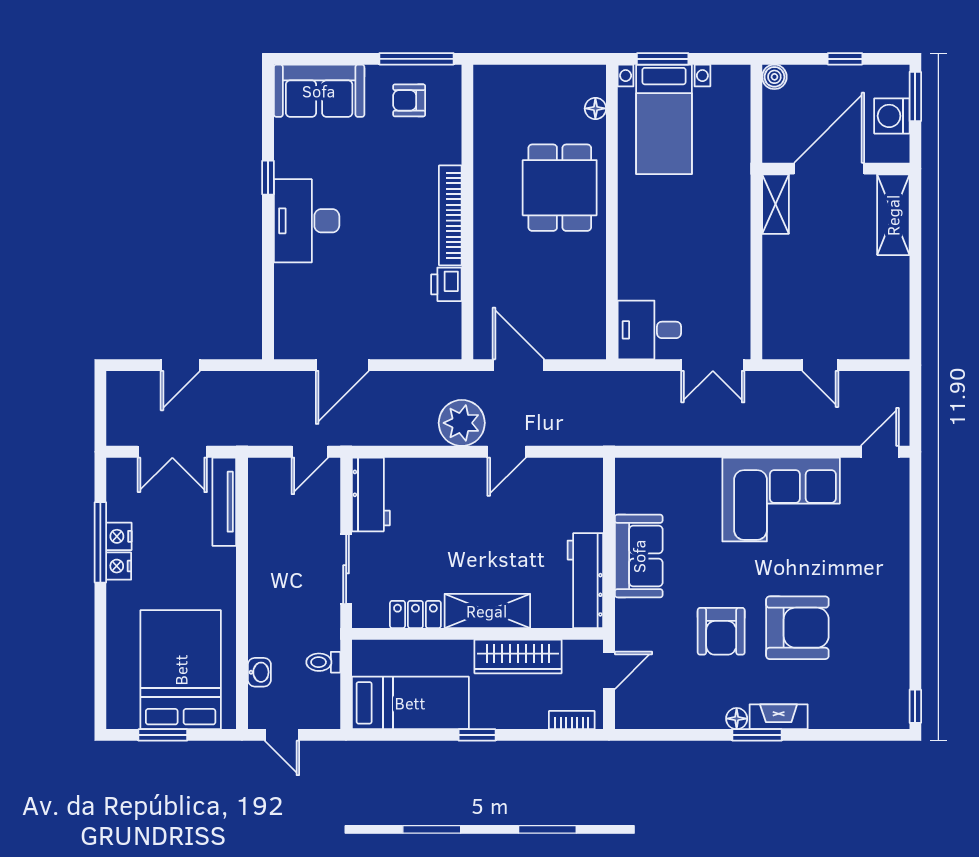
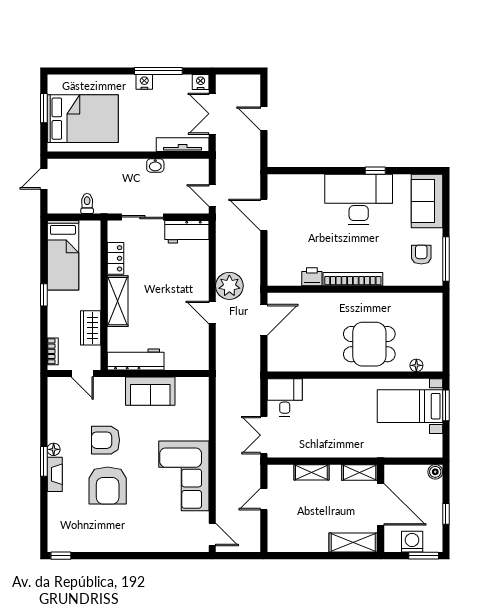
desk: (307, 221) -> (359, 199), width x1.36, depth x1.30
shelving: (775, 285) -> (311, 472), added
nightstand: (119, 536) -> (201, 82), moved
wardrobe: (518, 656) -> (91, 328), width x0.67
washbasin: (259, 672) -> (155, 165), moved

